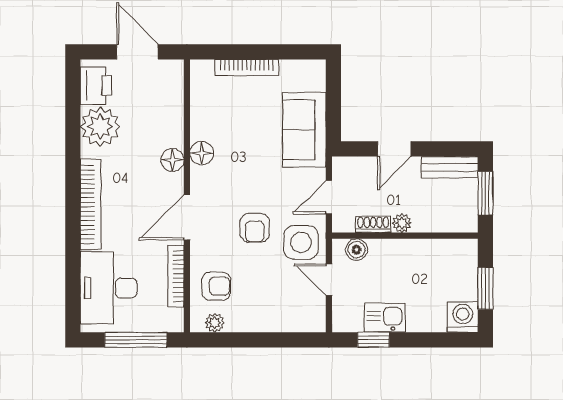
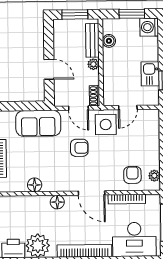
floor lamp: (202, 153) -> (35, 185), moved
bench: (450, 167) -> (92, 40), moved
shoe rack: (373, 224) -> (94, 96), moved
armchair: (255, 228) -> (79, 148), moved
boiler: (357, 250) -> (109, 41), moved

